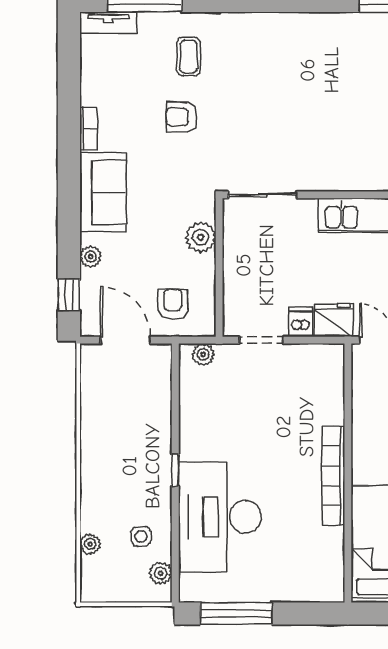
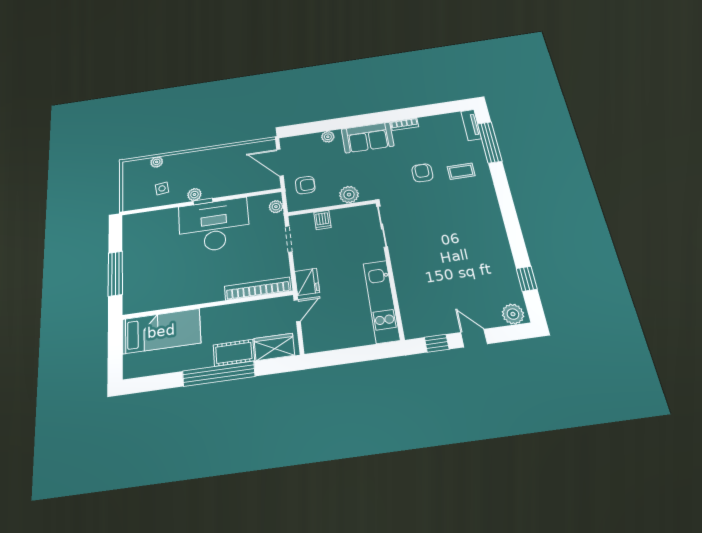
window: (69, 295) -> (303, 129), removed
dishwasher: (301, 322) -> (322, 220), moved, turned 90
door: (125, 340) -> (280, 163), swing flipped
bookcase: (333, 476) -> (258, 289), moved
desk: (220, 517) -> (214, 225), moved
plant: (161, 573) -> (194, 195), moved
window: (236, 614) -> (115, 274), moved

